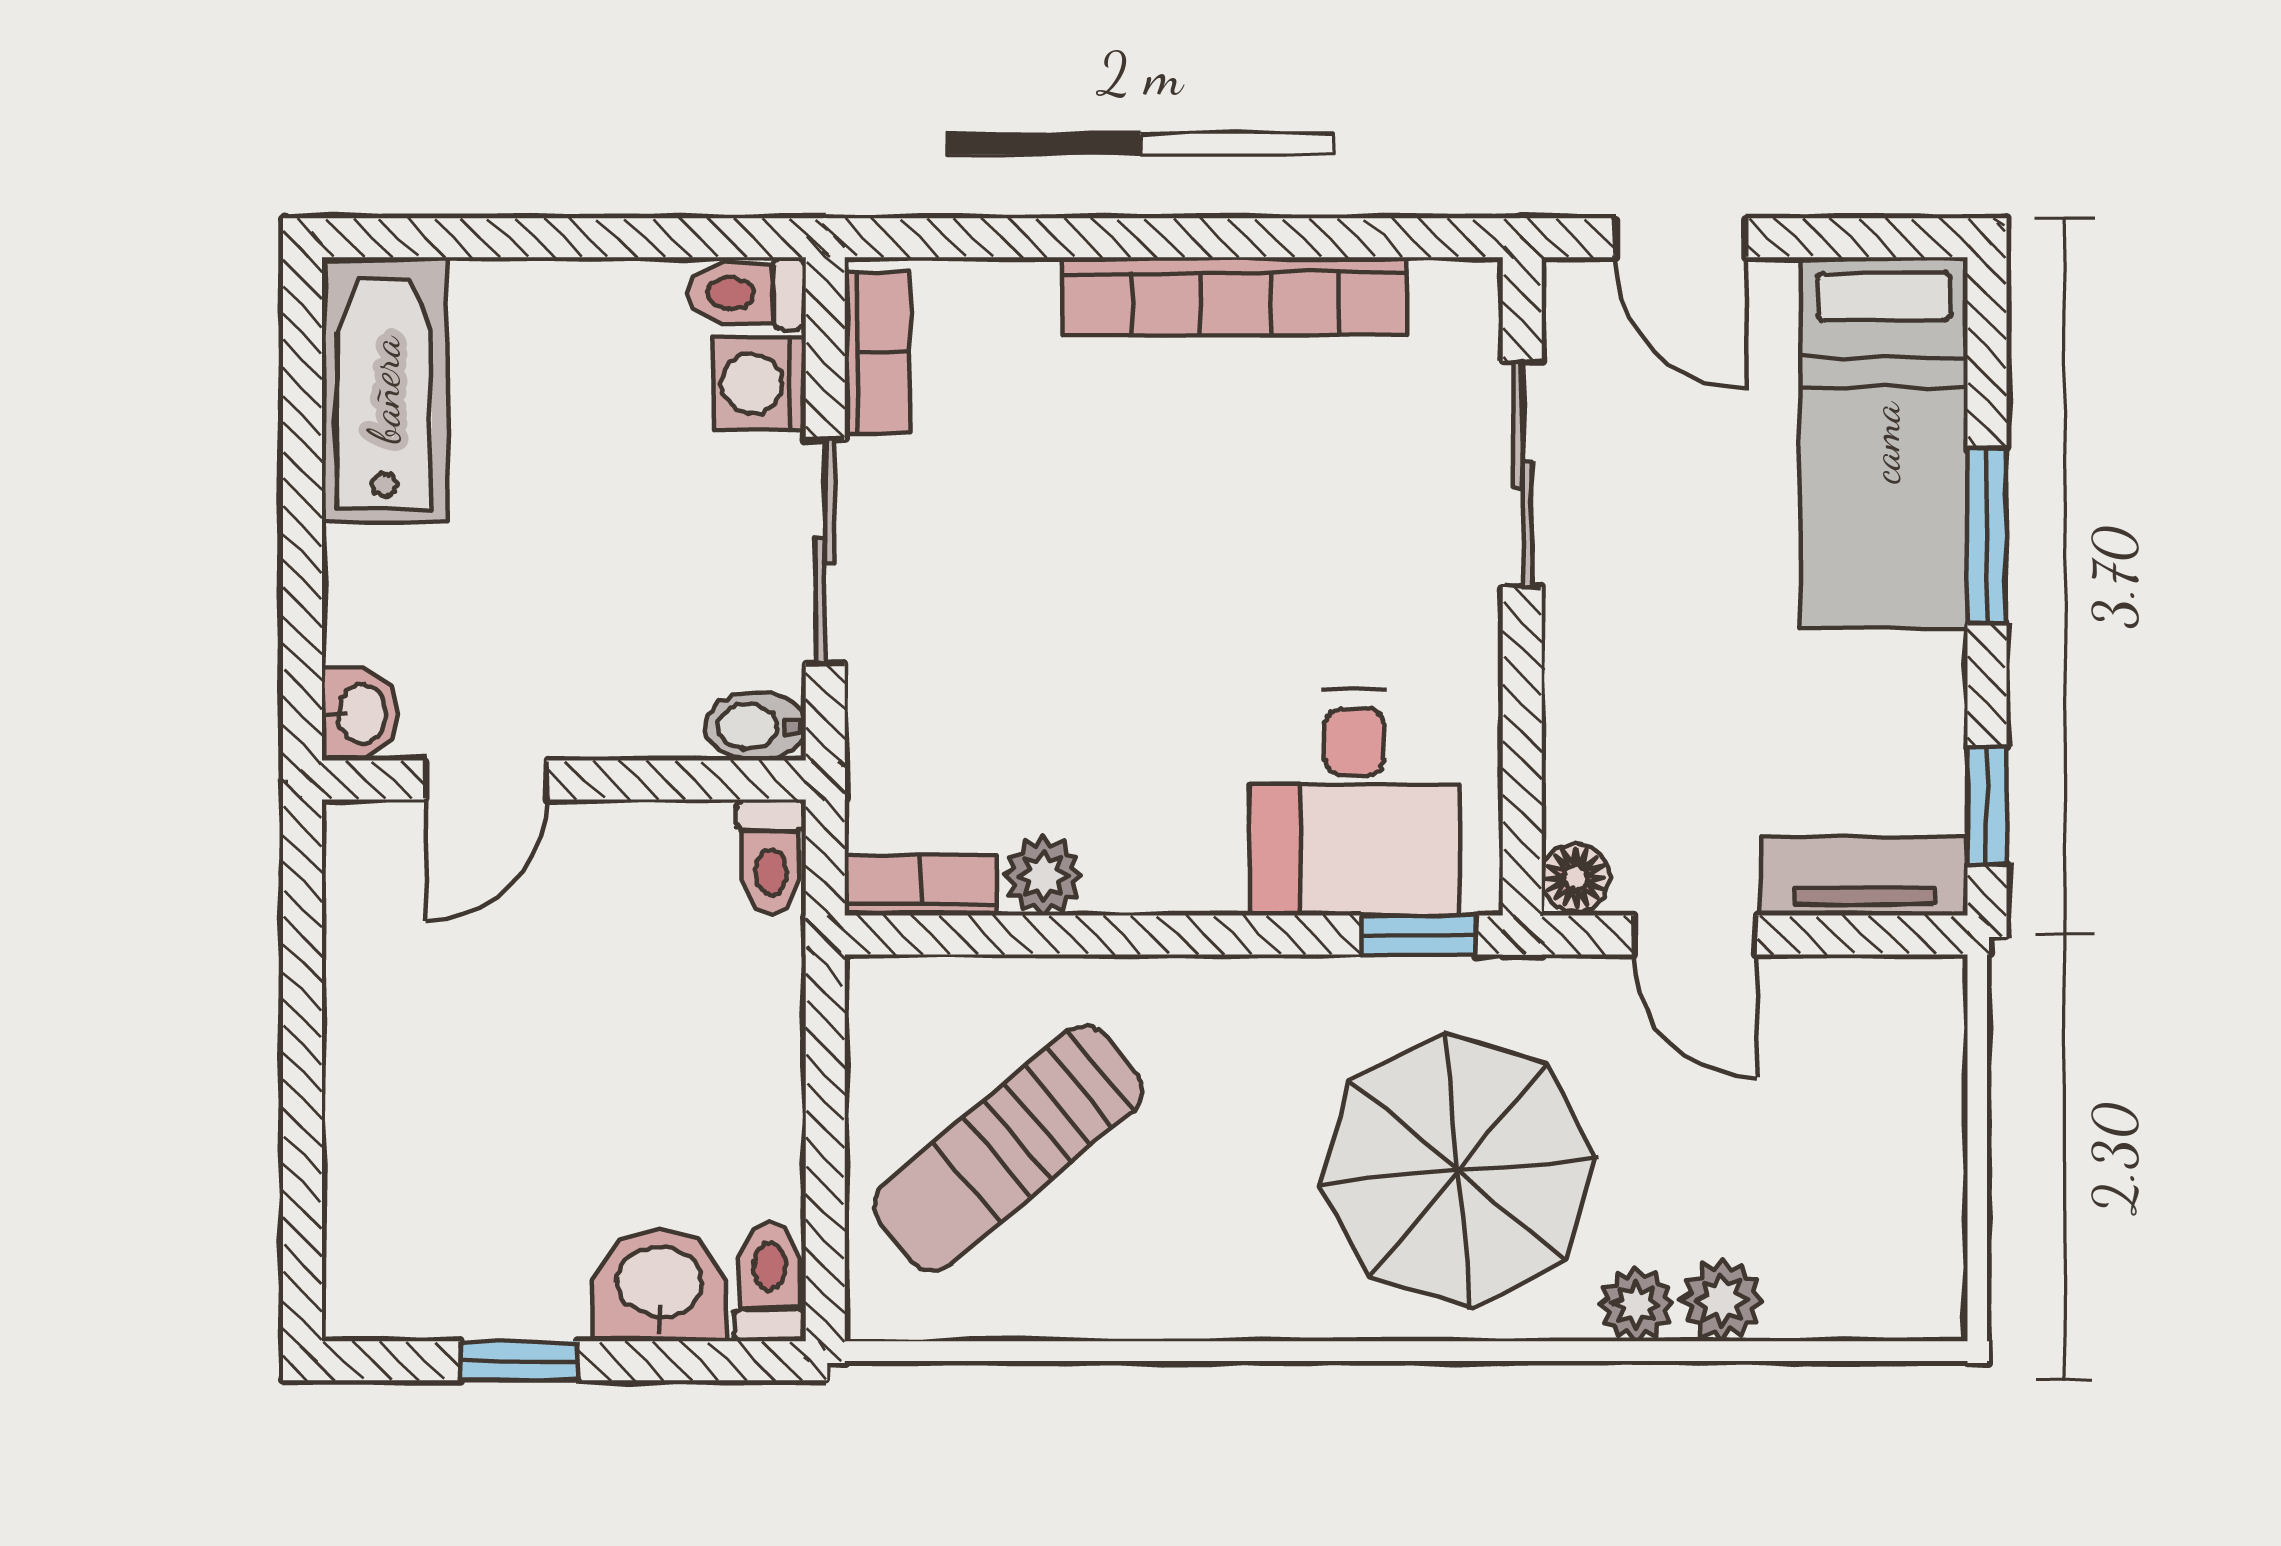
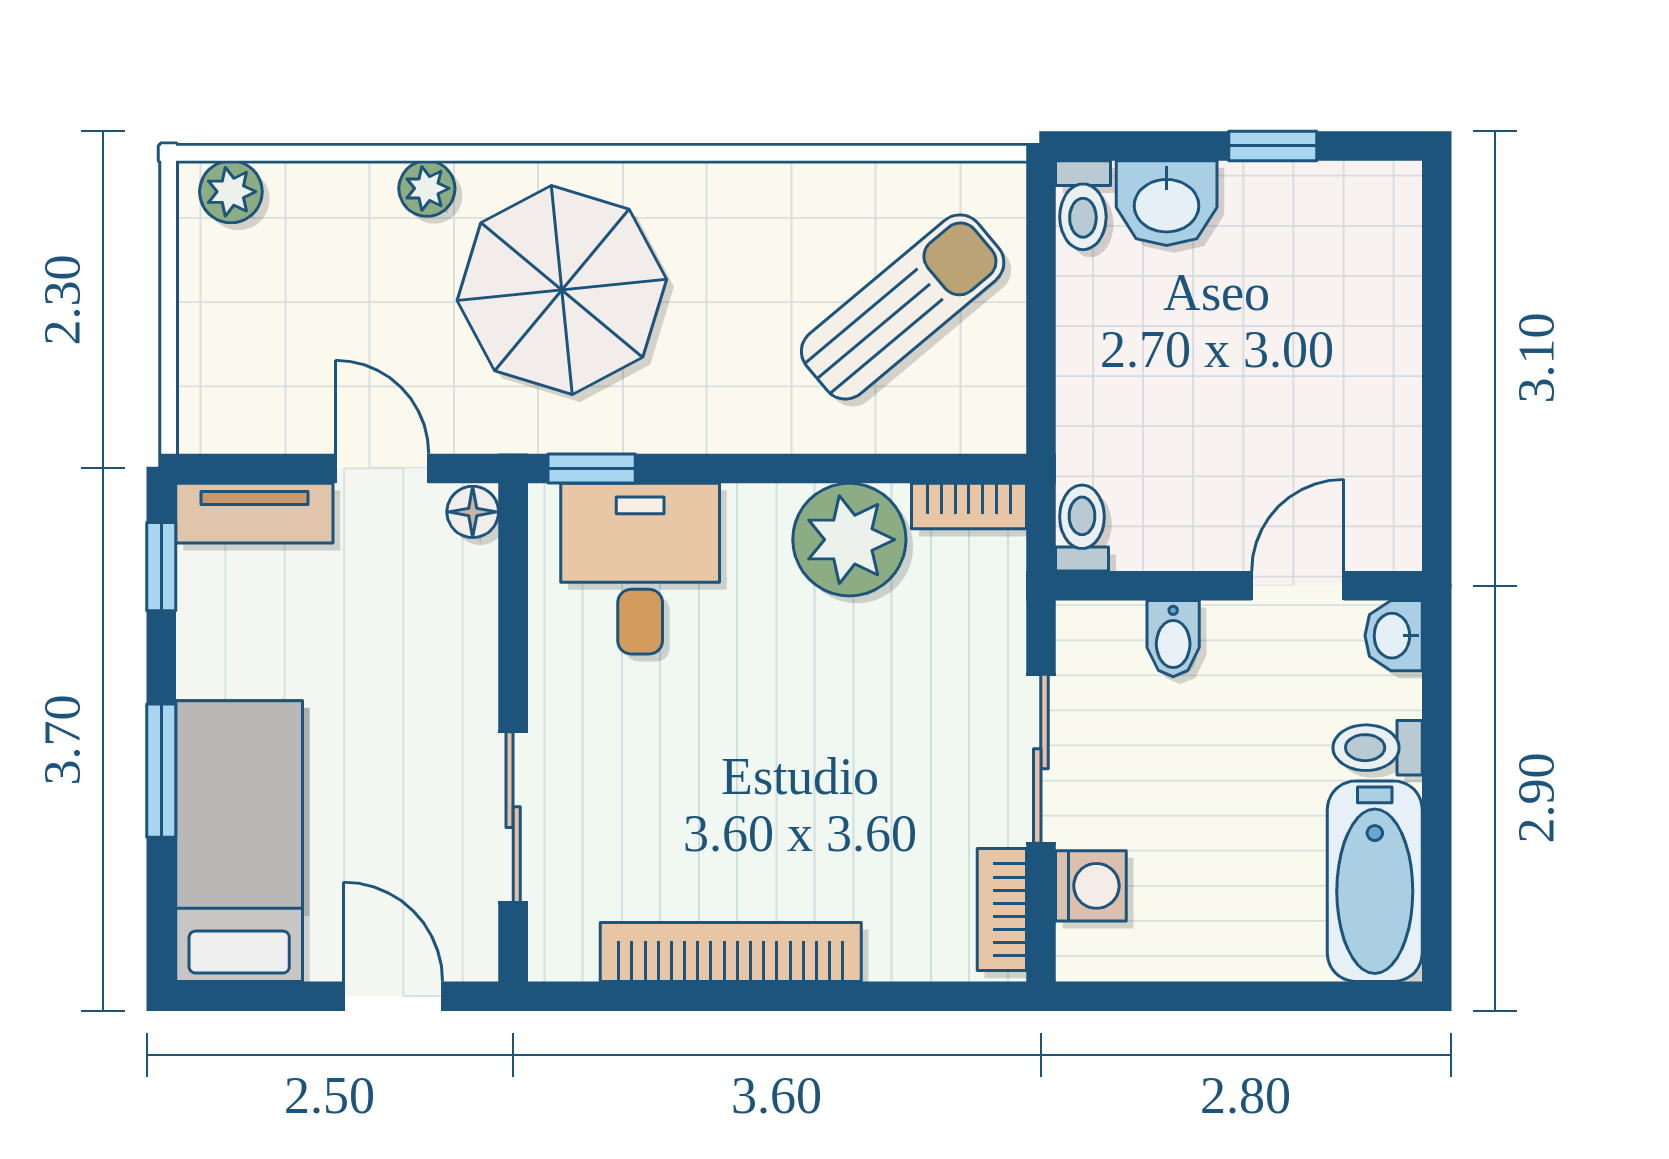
toilet: (747, 293) -> (1378, 748), moved, turned 180
bidet: (755, 726) -> (1173, 639), moved, turned 90
plant: (1043, 876) -> (849, 540), width x1.87, depth x1.87
plant: (1722, 1300) -> (231, 192), moved

